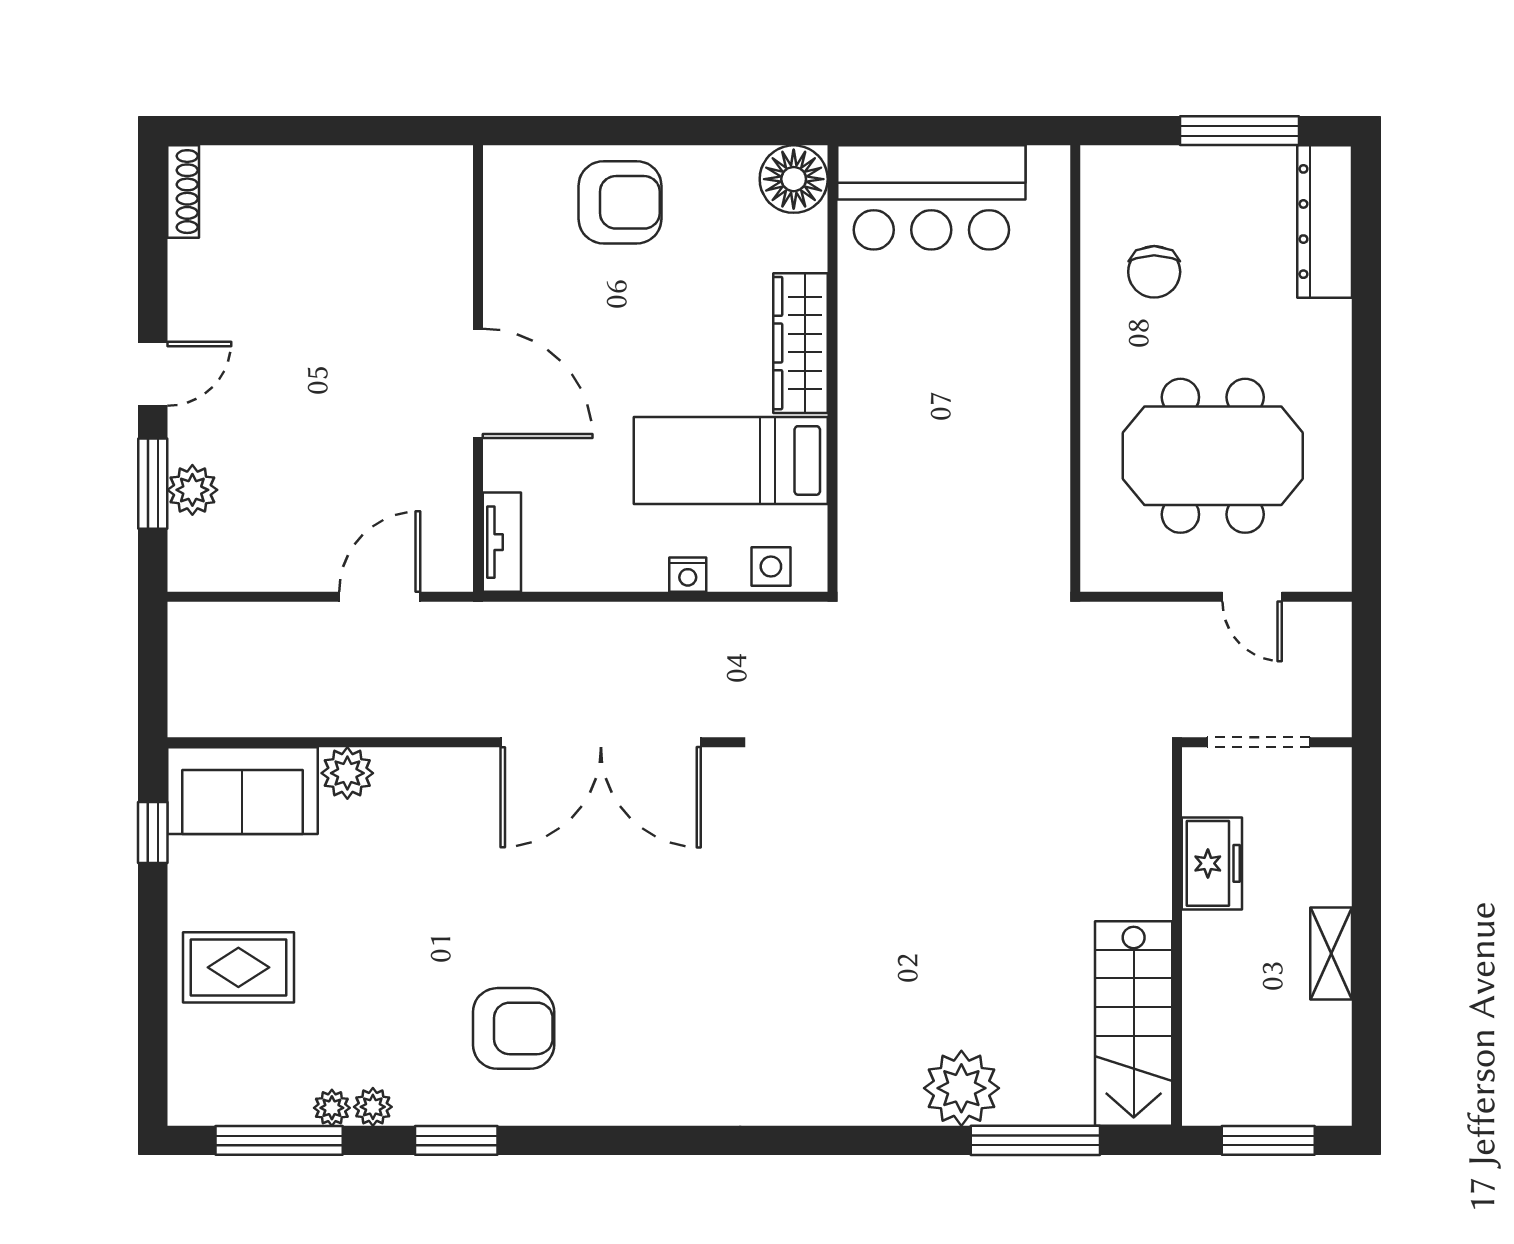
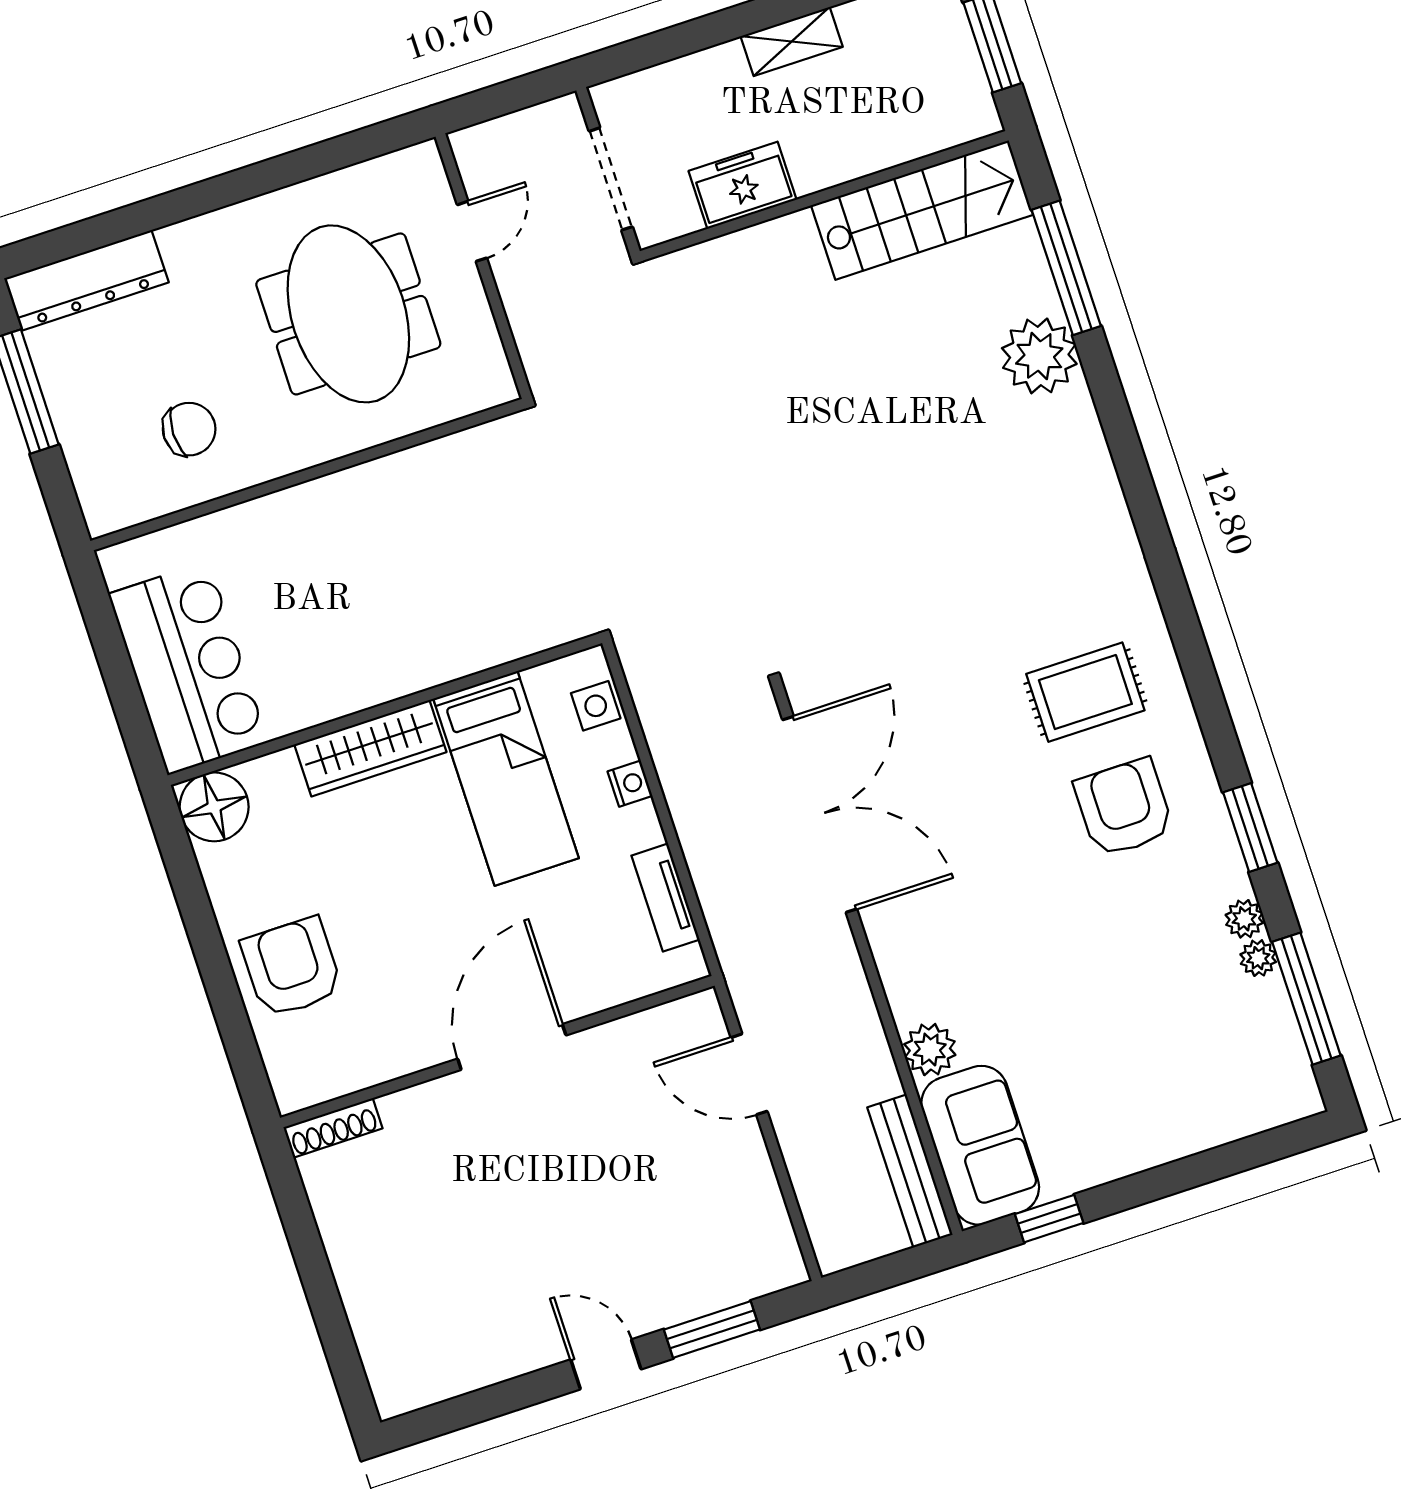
shoe rack: (183, 192) -> (333, 1128), moved, turned 180
plant: (192, 490) -> (706, 1289), removed
tv unit: (502, 542) -> (666, 898), moved, turned -90
bench: (240, 717) -> (910, 1171), added
rug: (238, 967) -> (1085, 692), moved, turned 90

